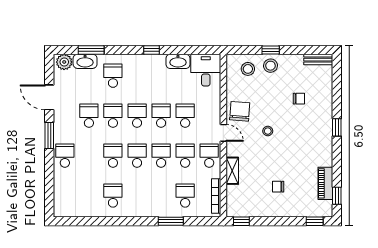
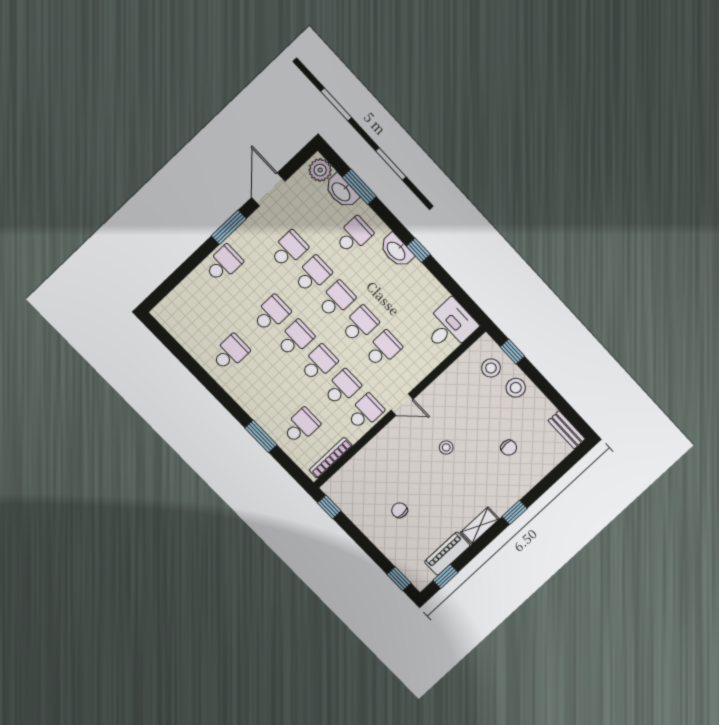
window: (271, 50) -> (512, 352), moved
washbasin: (178, 61) -> (396, 251), moved
chair: (240, 111) -> (440, 400), removed
door: (223, 133) -> (402, 405), hinge flipped
shelving: (232, 171) -> (480, 526), moved

